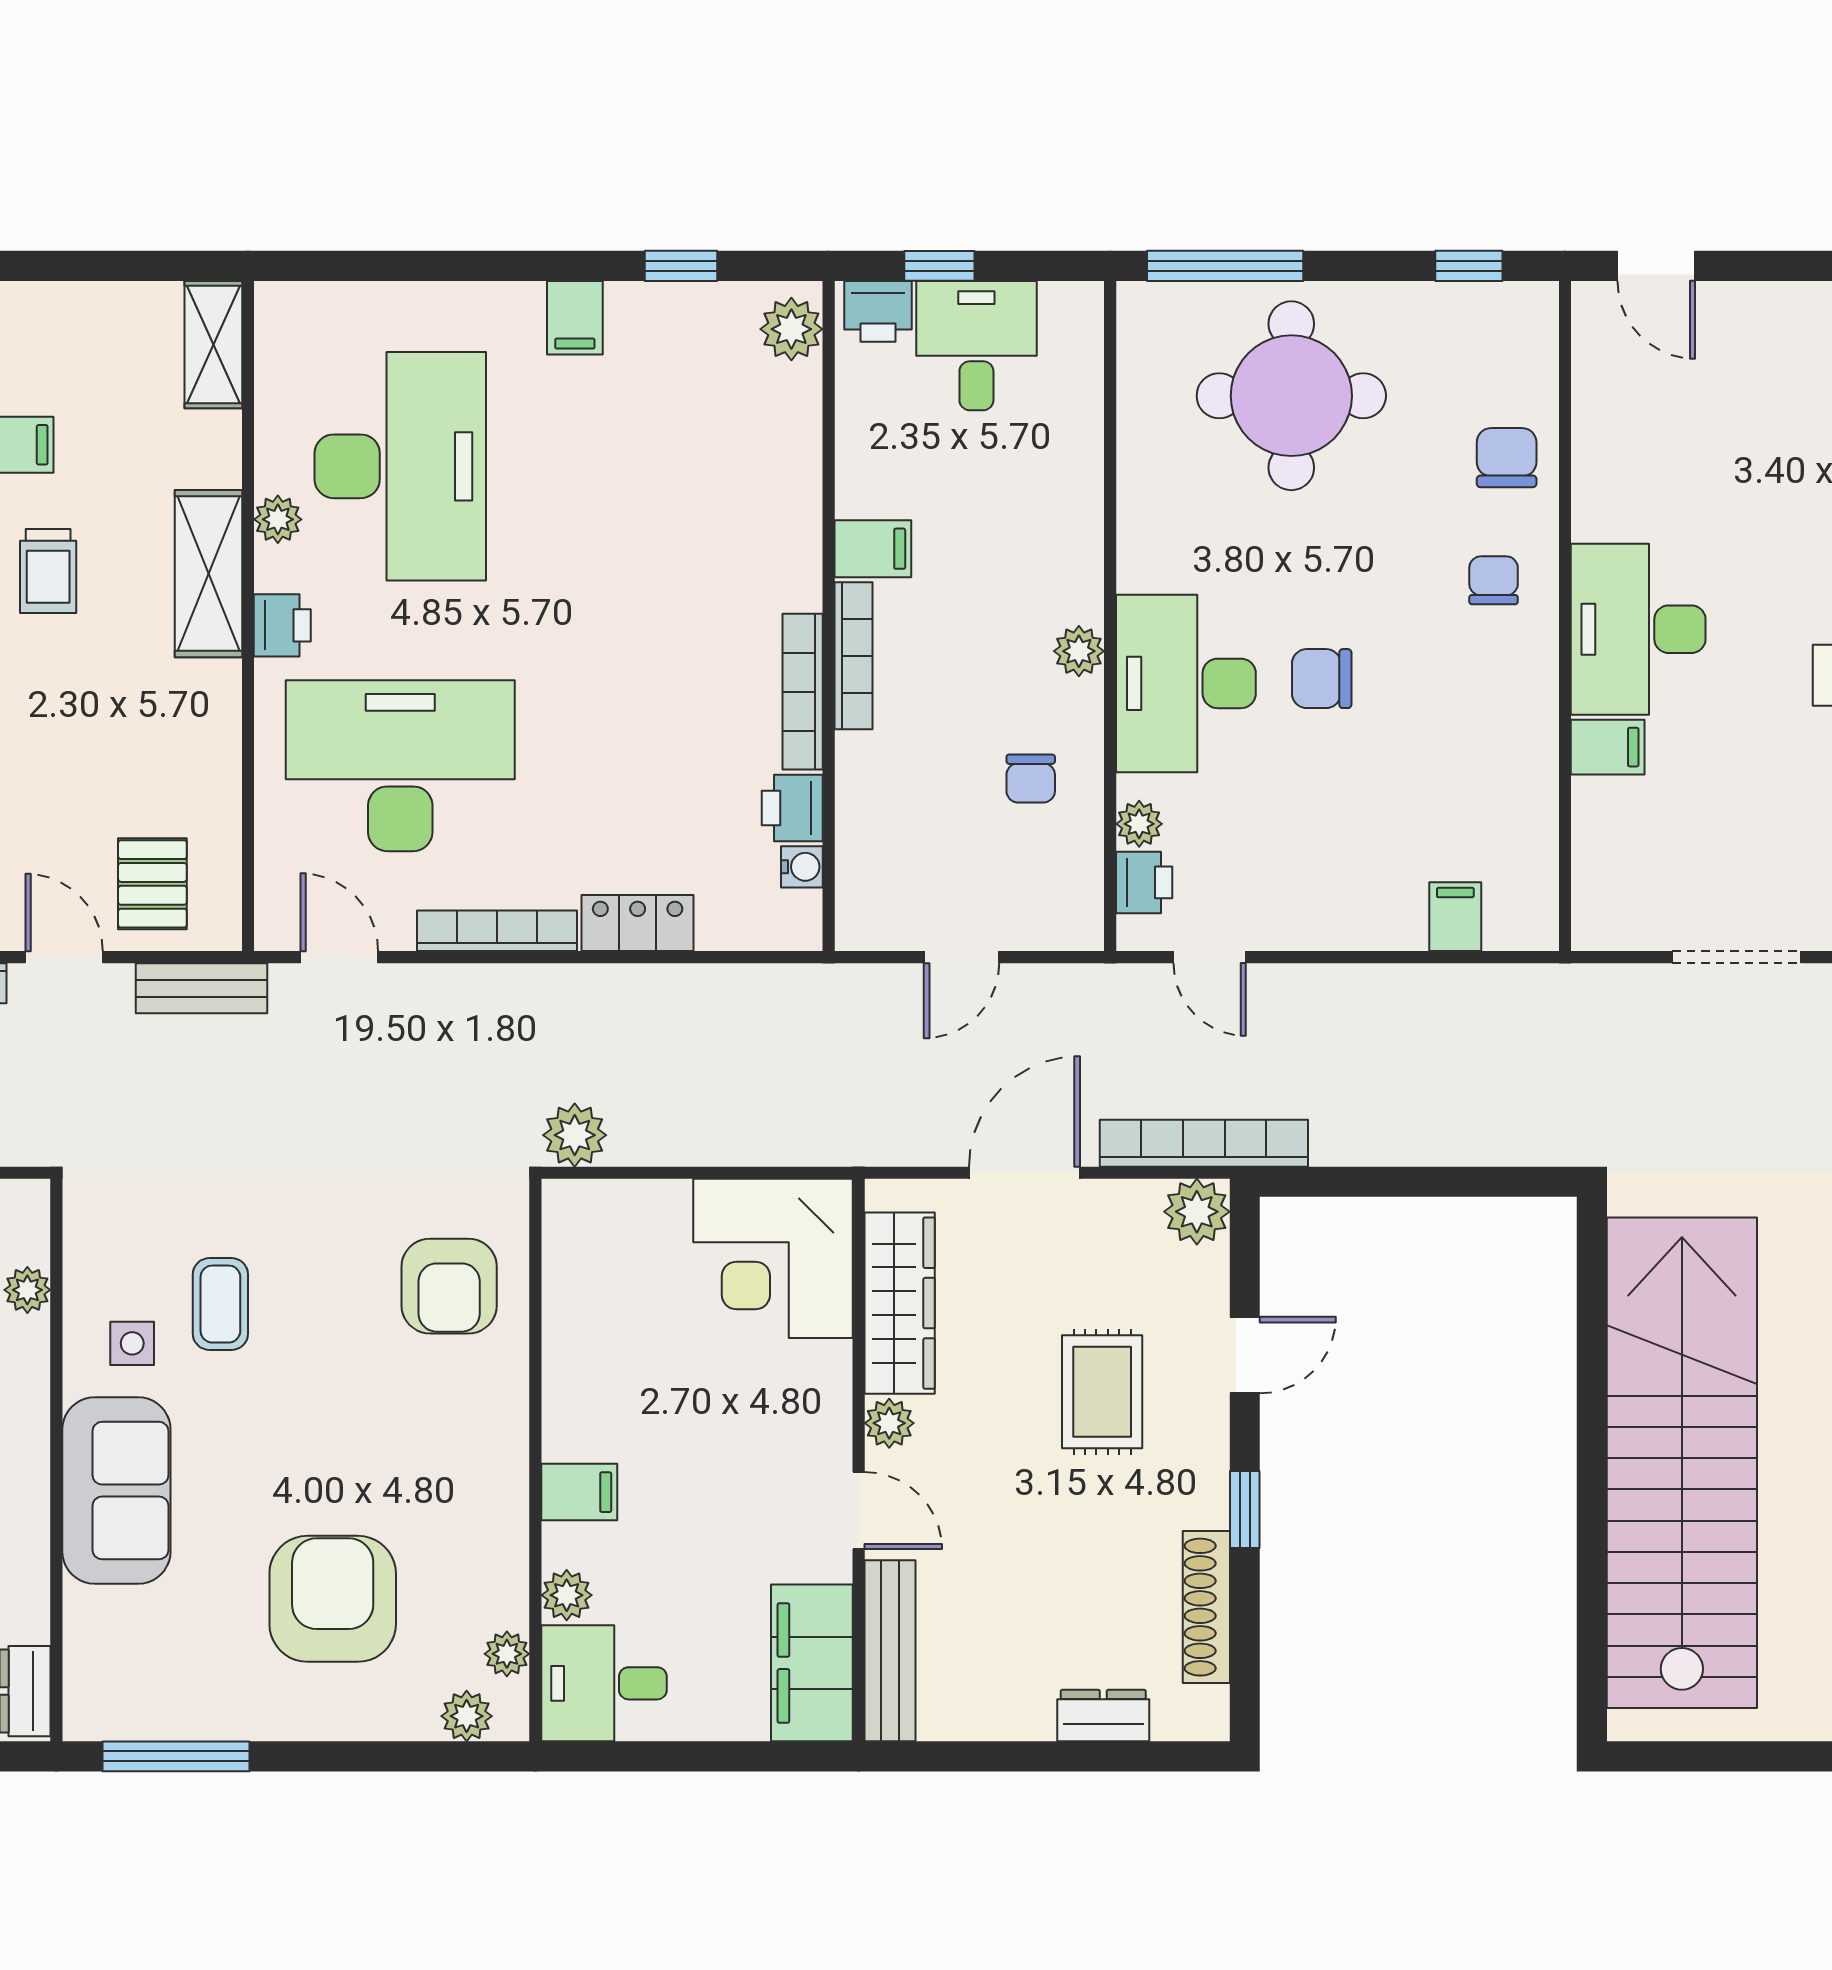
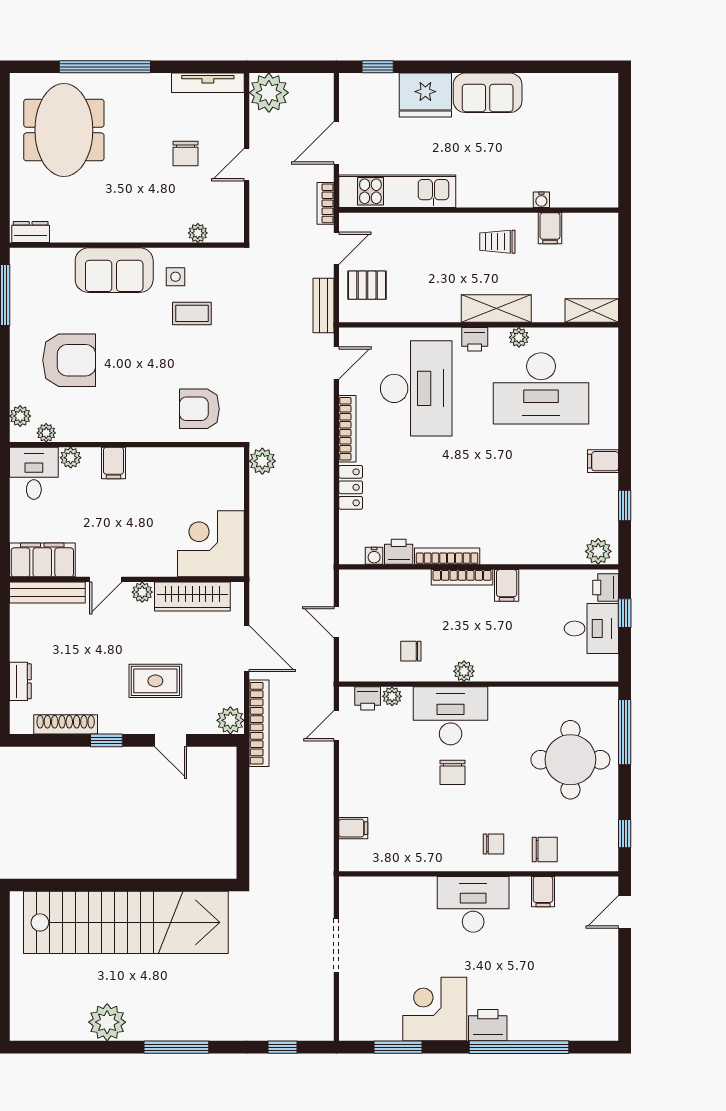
chair: (1322, 679) -> (453, 772), turned 180
filing cabinet: (1608, 747) -> (543, 892), moved

